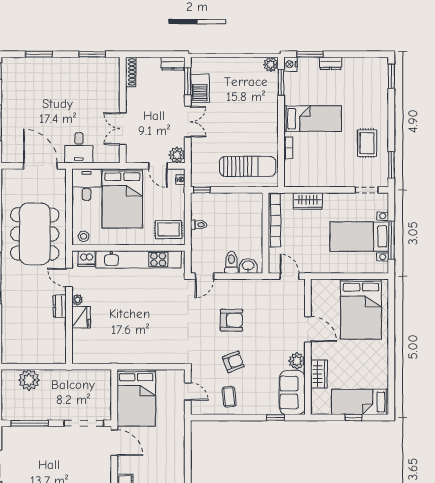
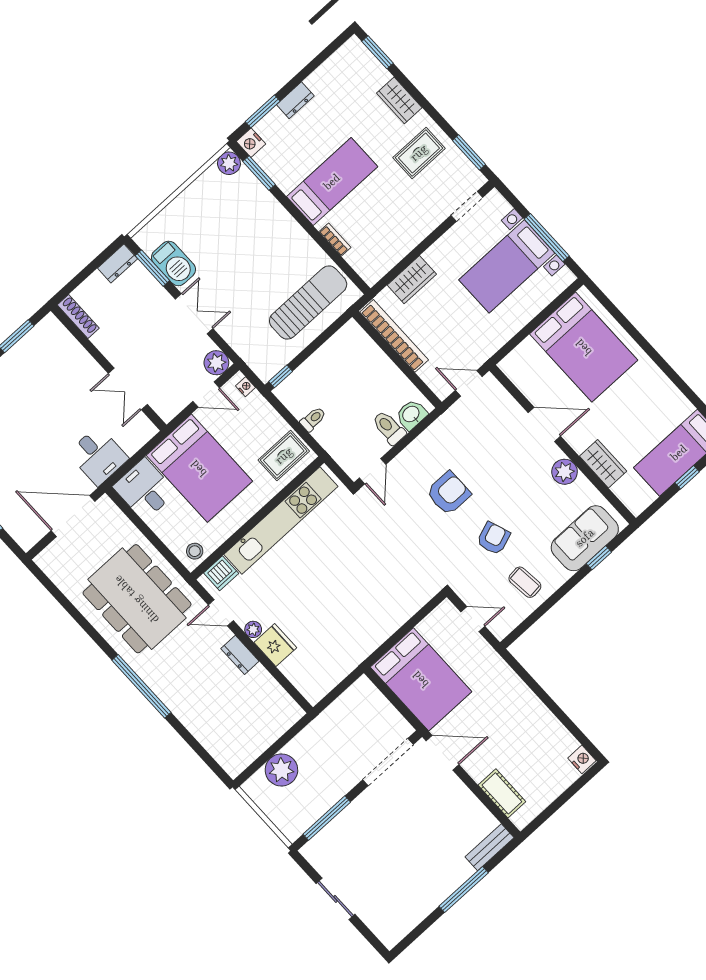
wardrobe: (381, 109) -> (399, 100), added
rug: (367, 143) -> (419, 153), turned 90
sofa: (292, 393) -> (585, 538), moved, turned 90

